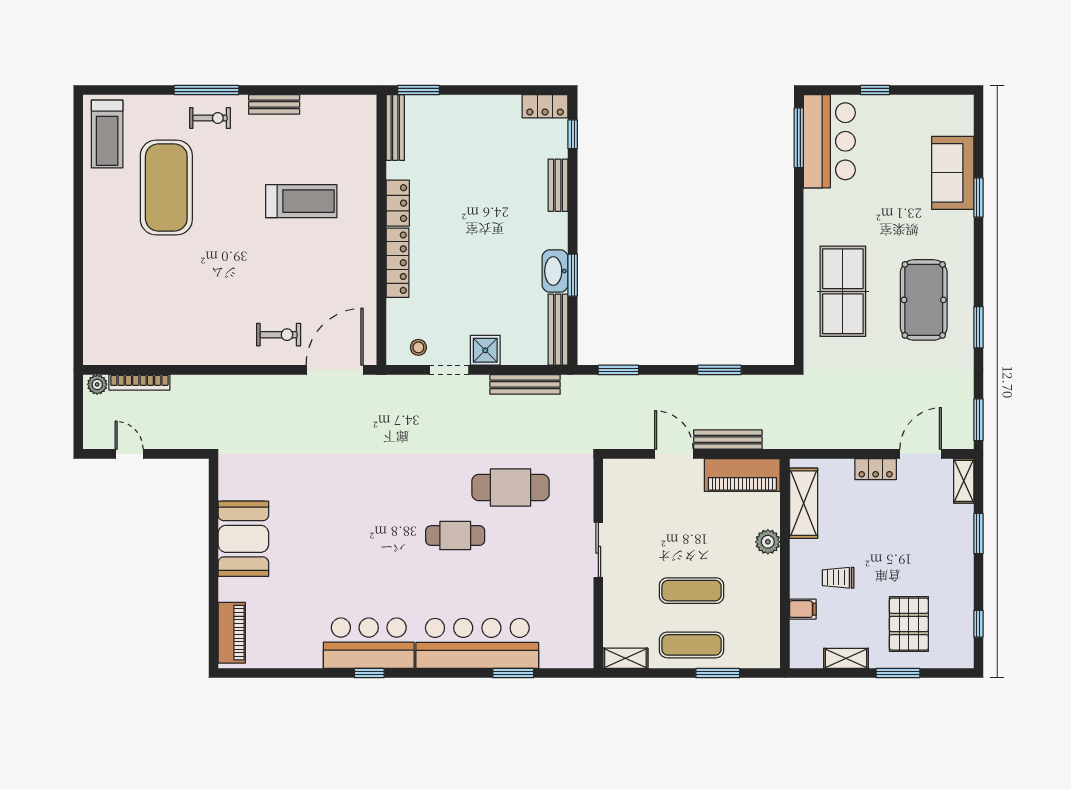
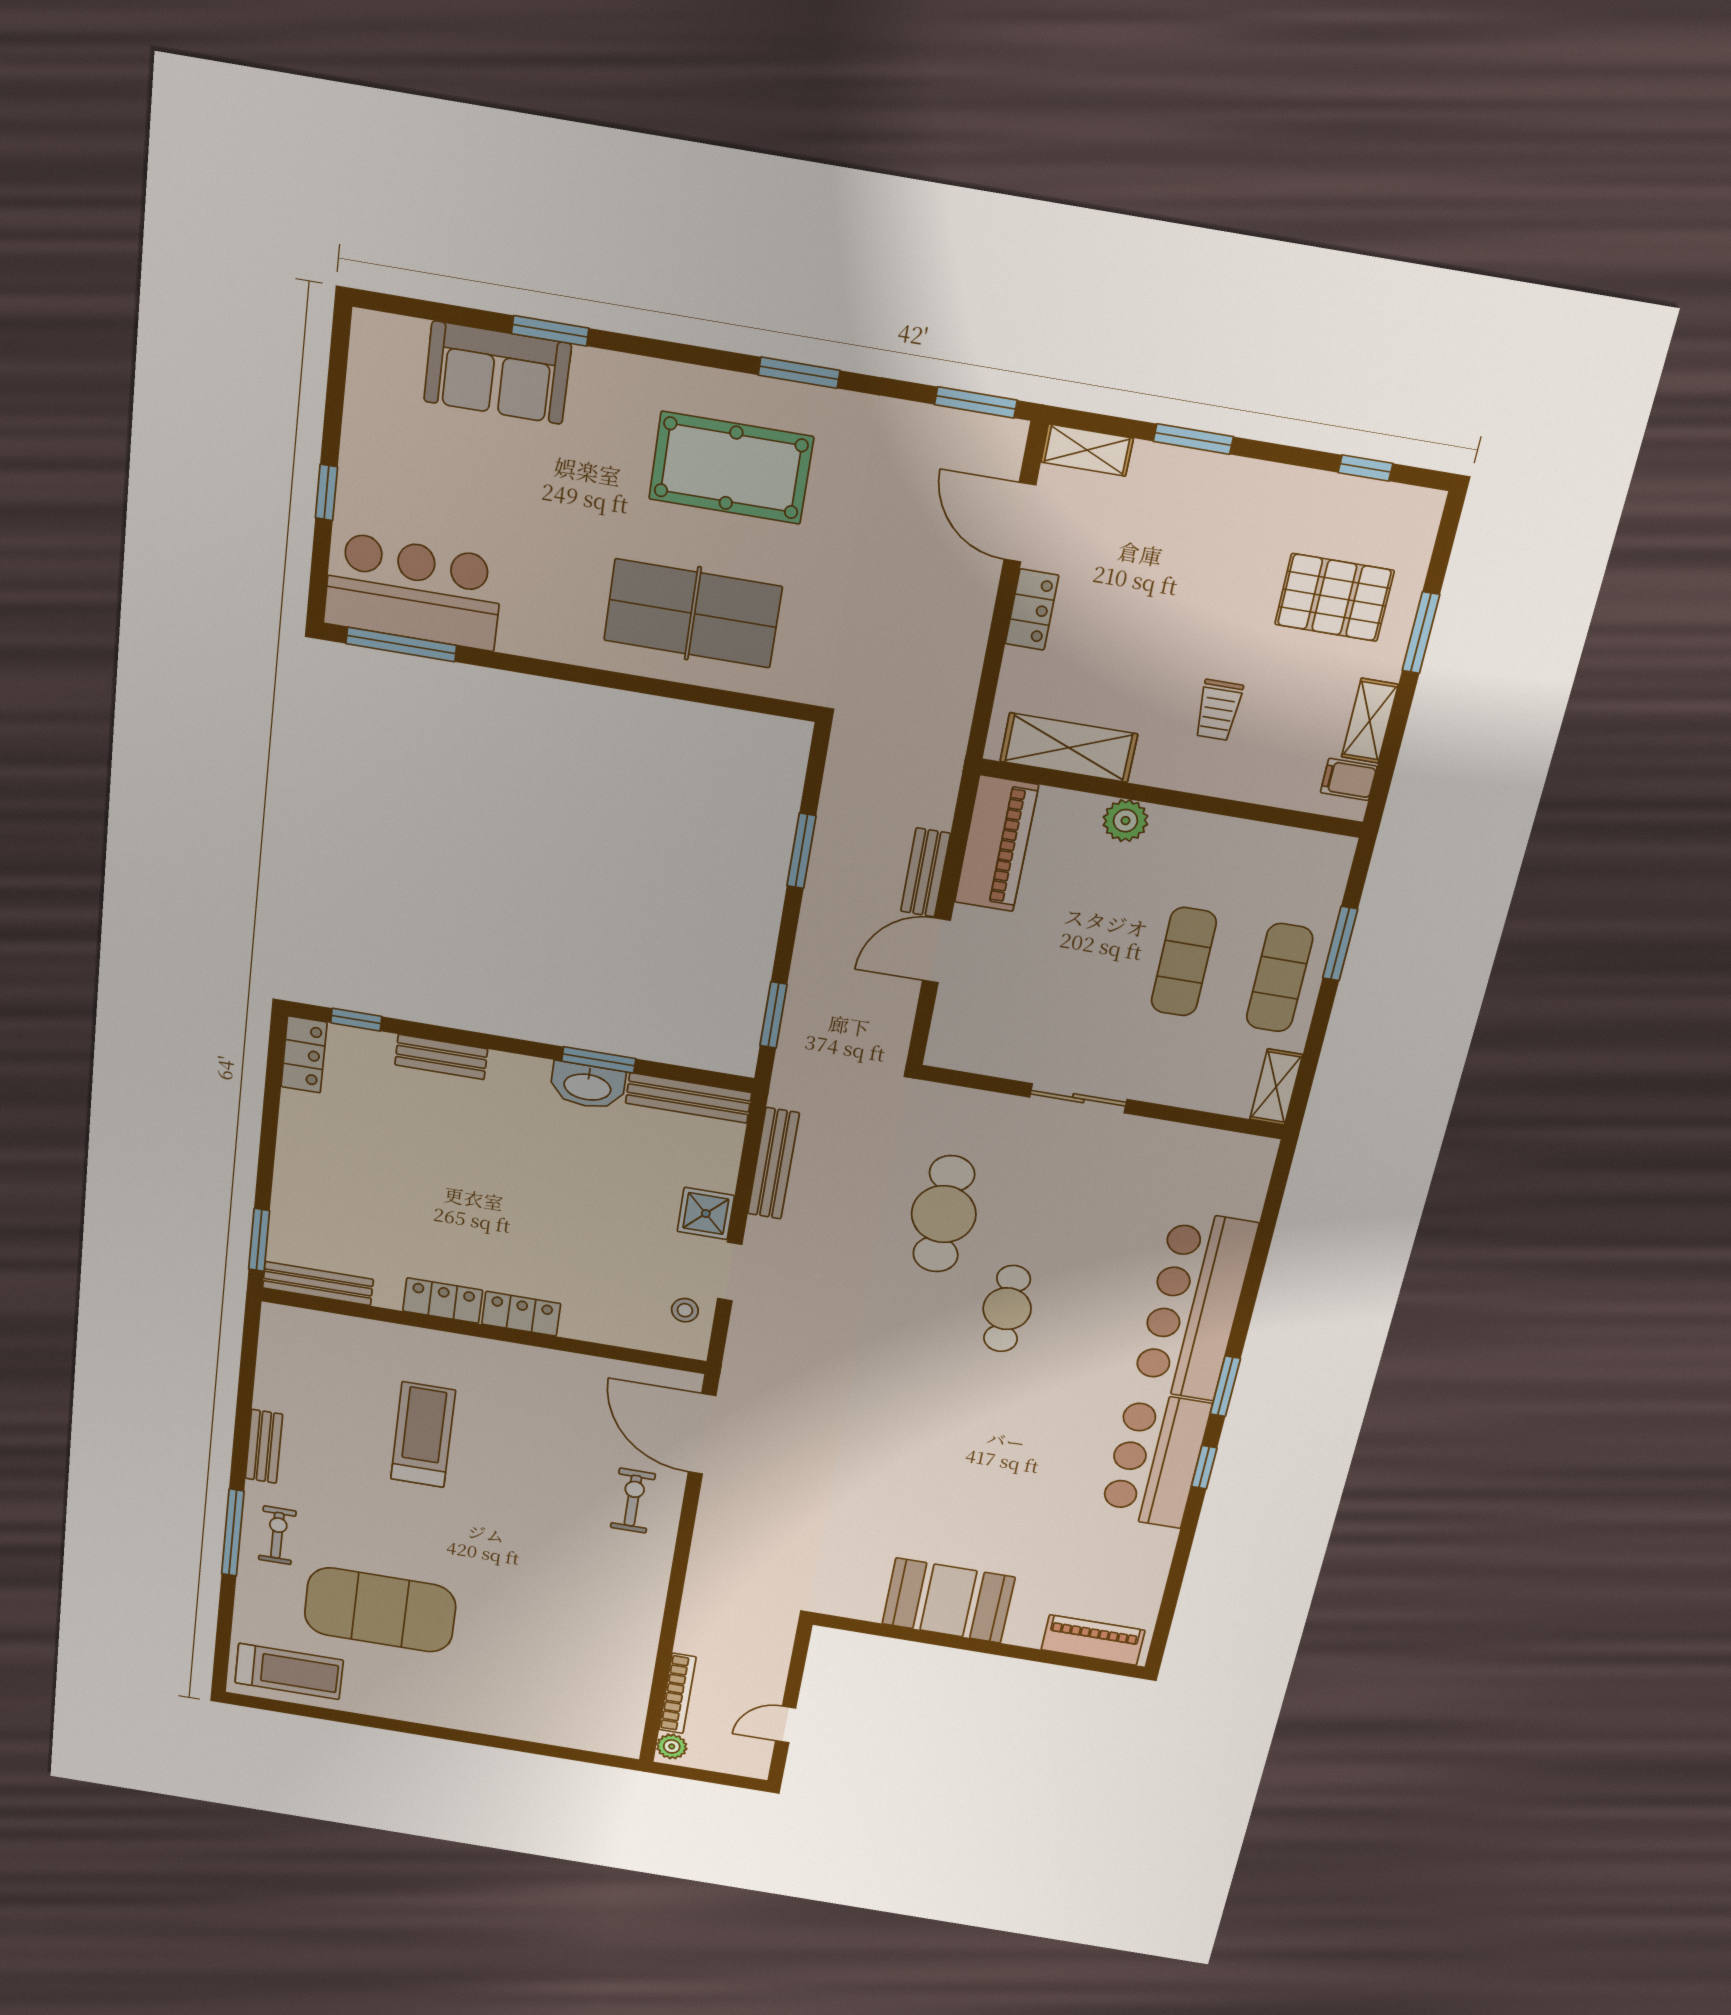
locker: (398, 263) -> (521, 1314), width x0.66
bench: (728, 440) -> (925, 872), width x0.73
filing cabinet: (803, 609) -> (1349, 779), moved, turned -90
window: (513, 673) -> (1225, 1386), moved

